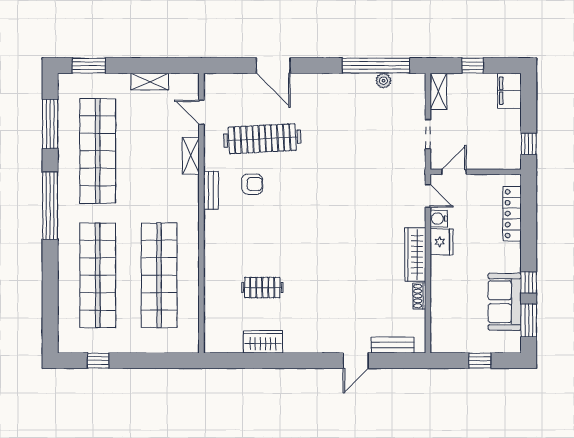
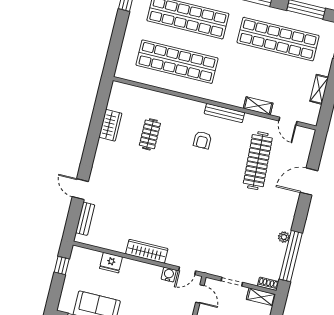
plant: (383, 81) -> (284, 237), moved
door: (201, 112) -> (288, 121), swing flipped
armchair: (252, 184) -> (202, 140), moved
bench: (211, 190) -> (224, 113), width x1.36
fridge: (442, 242) -> (111, 263), moved
shoe rack: (419, 296) -> (268, 284), moved
window: (480, 361) -> (62, 265), moved

